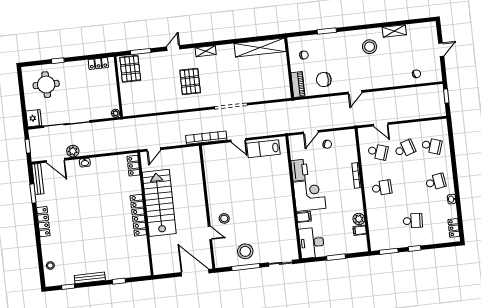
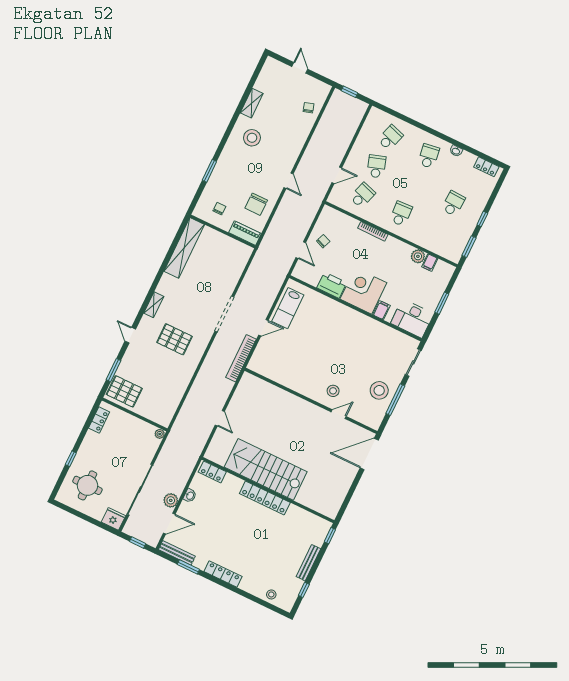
locker: (133, 166) -> (212, 472), moved
stairs: (159, 203) -> (266, 469), moved
wall: (145, 214) -> (268, 490), moved
locker: (138, 215) -> (265, 498), moved

